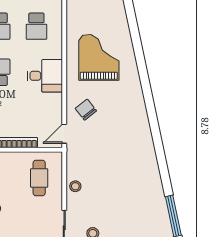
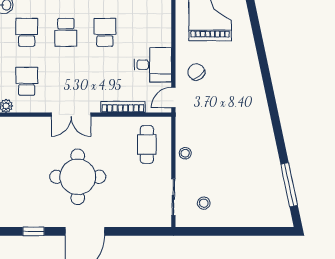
desk: (45, 76) -> (153, 65), moved

